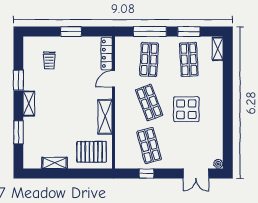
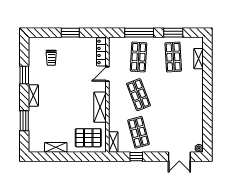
shelving: (218, 49) -> (198, 59), moved
display table: (186, 109) -> (171, 100), removed
shelving: (120, 157) -> (113, 142), added

